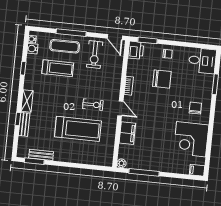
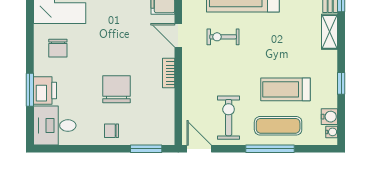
printer: (136, 50) -> (45, 91), moved, turned 180
chair: (162, 79) -> (117, 89), turned 90

